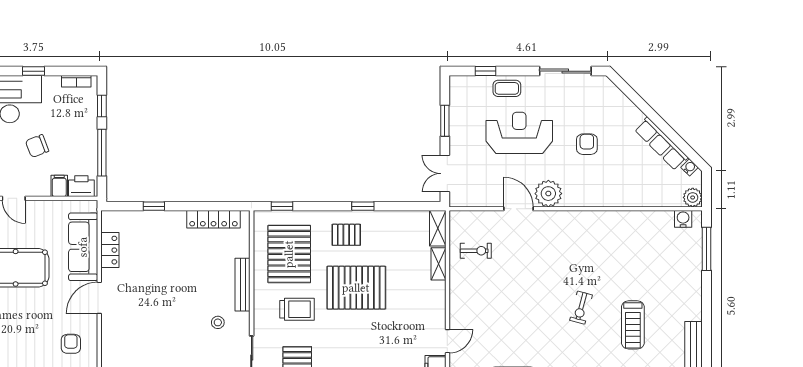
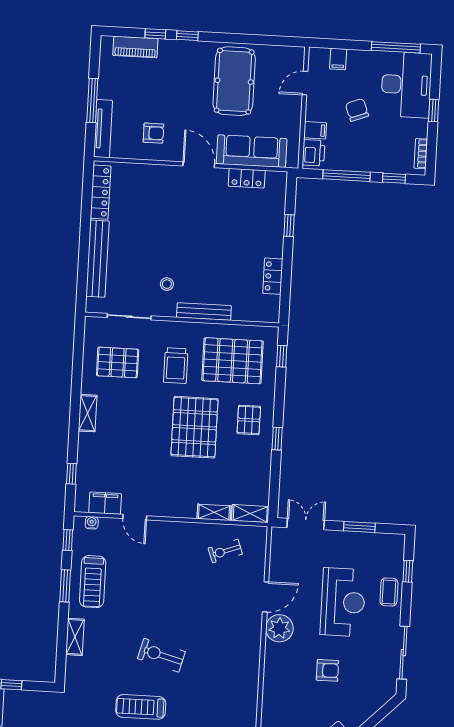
locker: (213, 219) -> (273, 276), width x0.66
exercise bike: (476, 251) -> (225, 551), turned 70
exercise bike: (581, 308) -> (161, 655), width x1.38, depth x1.39

